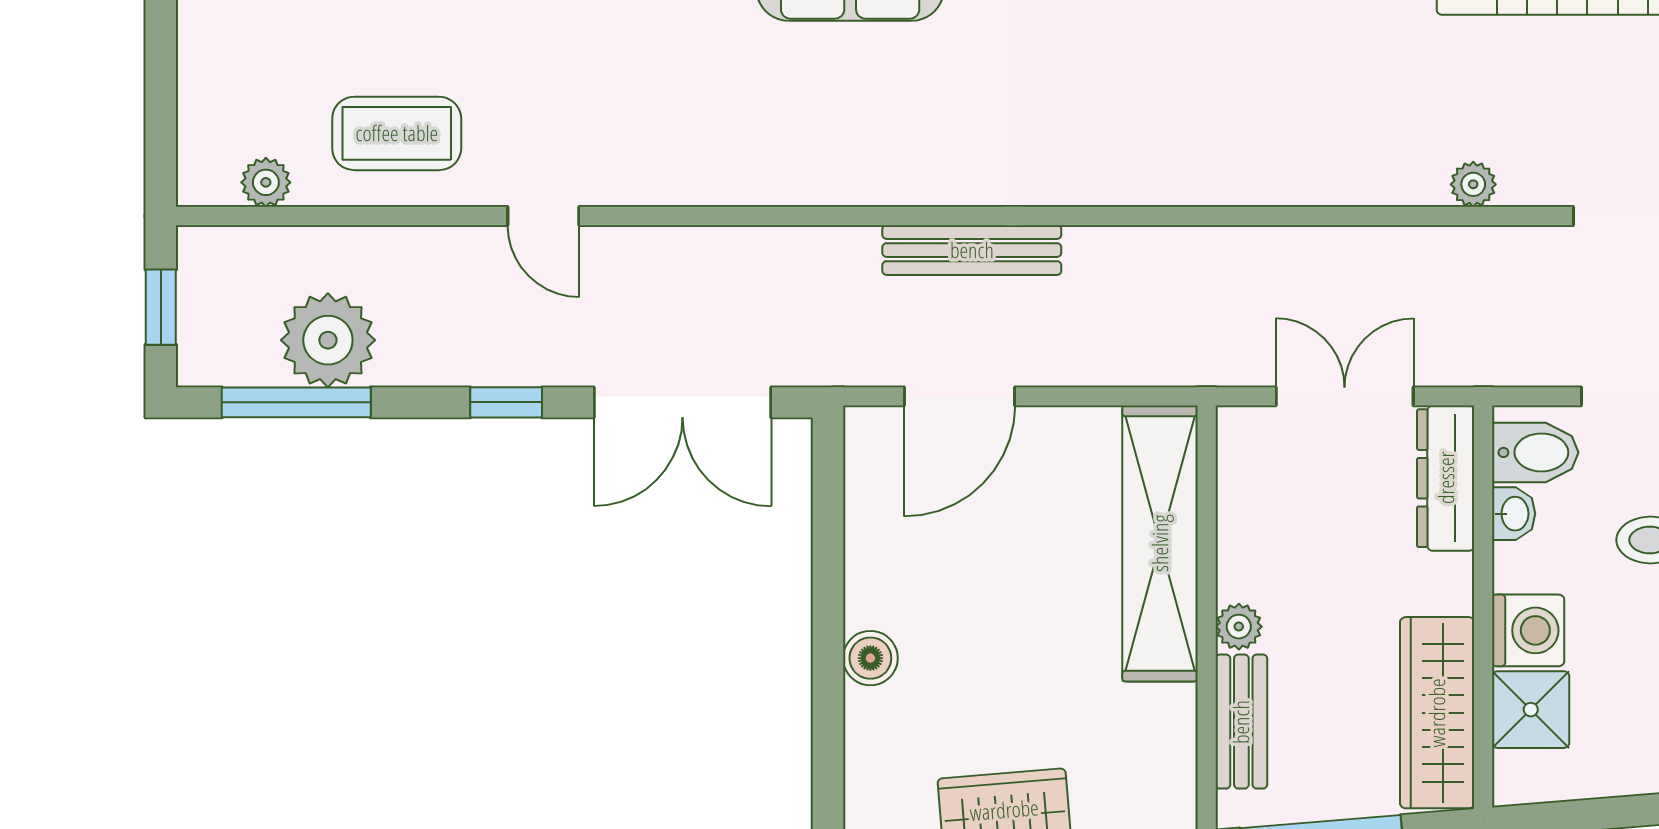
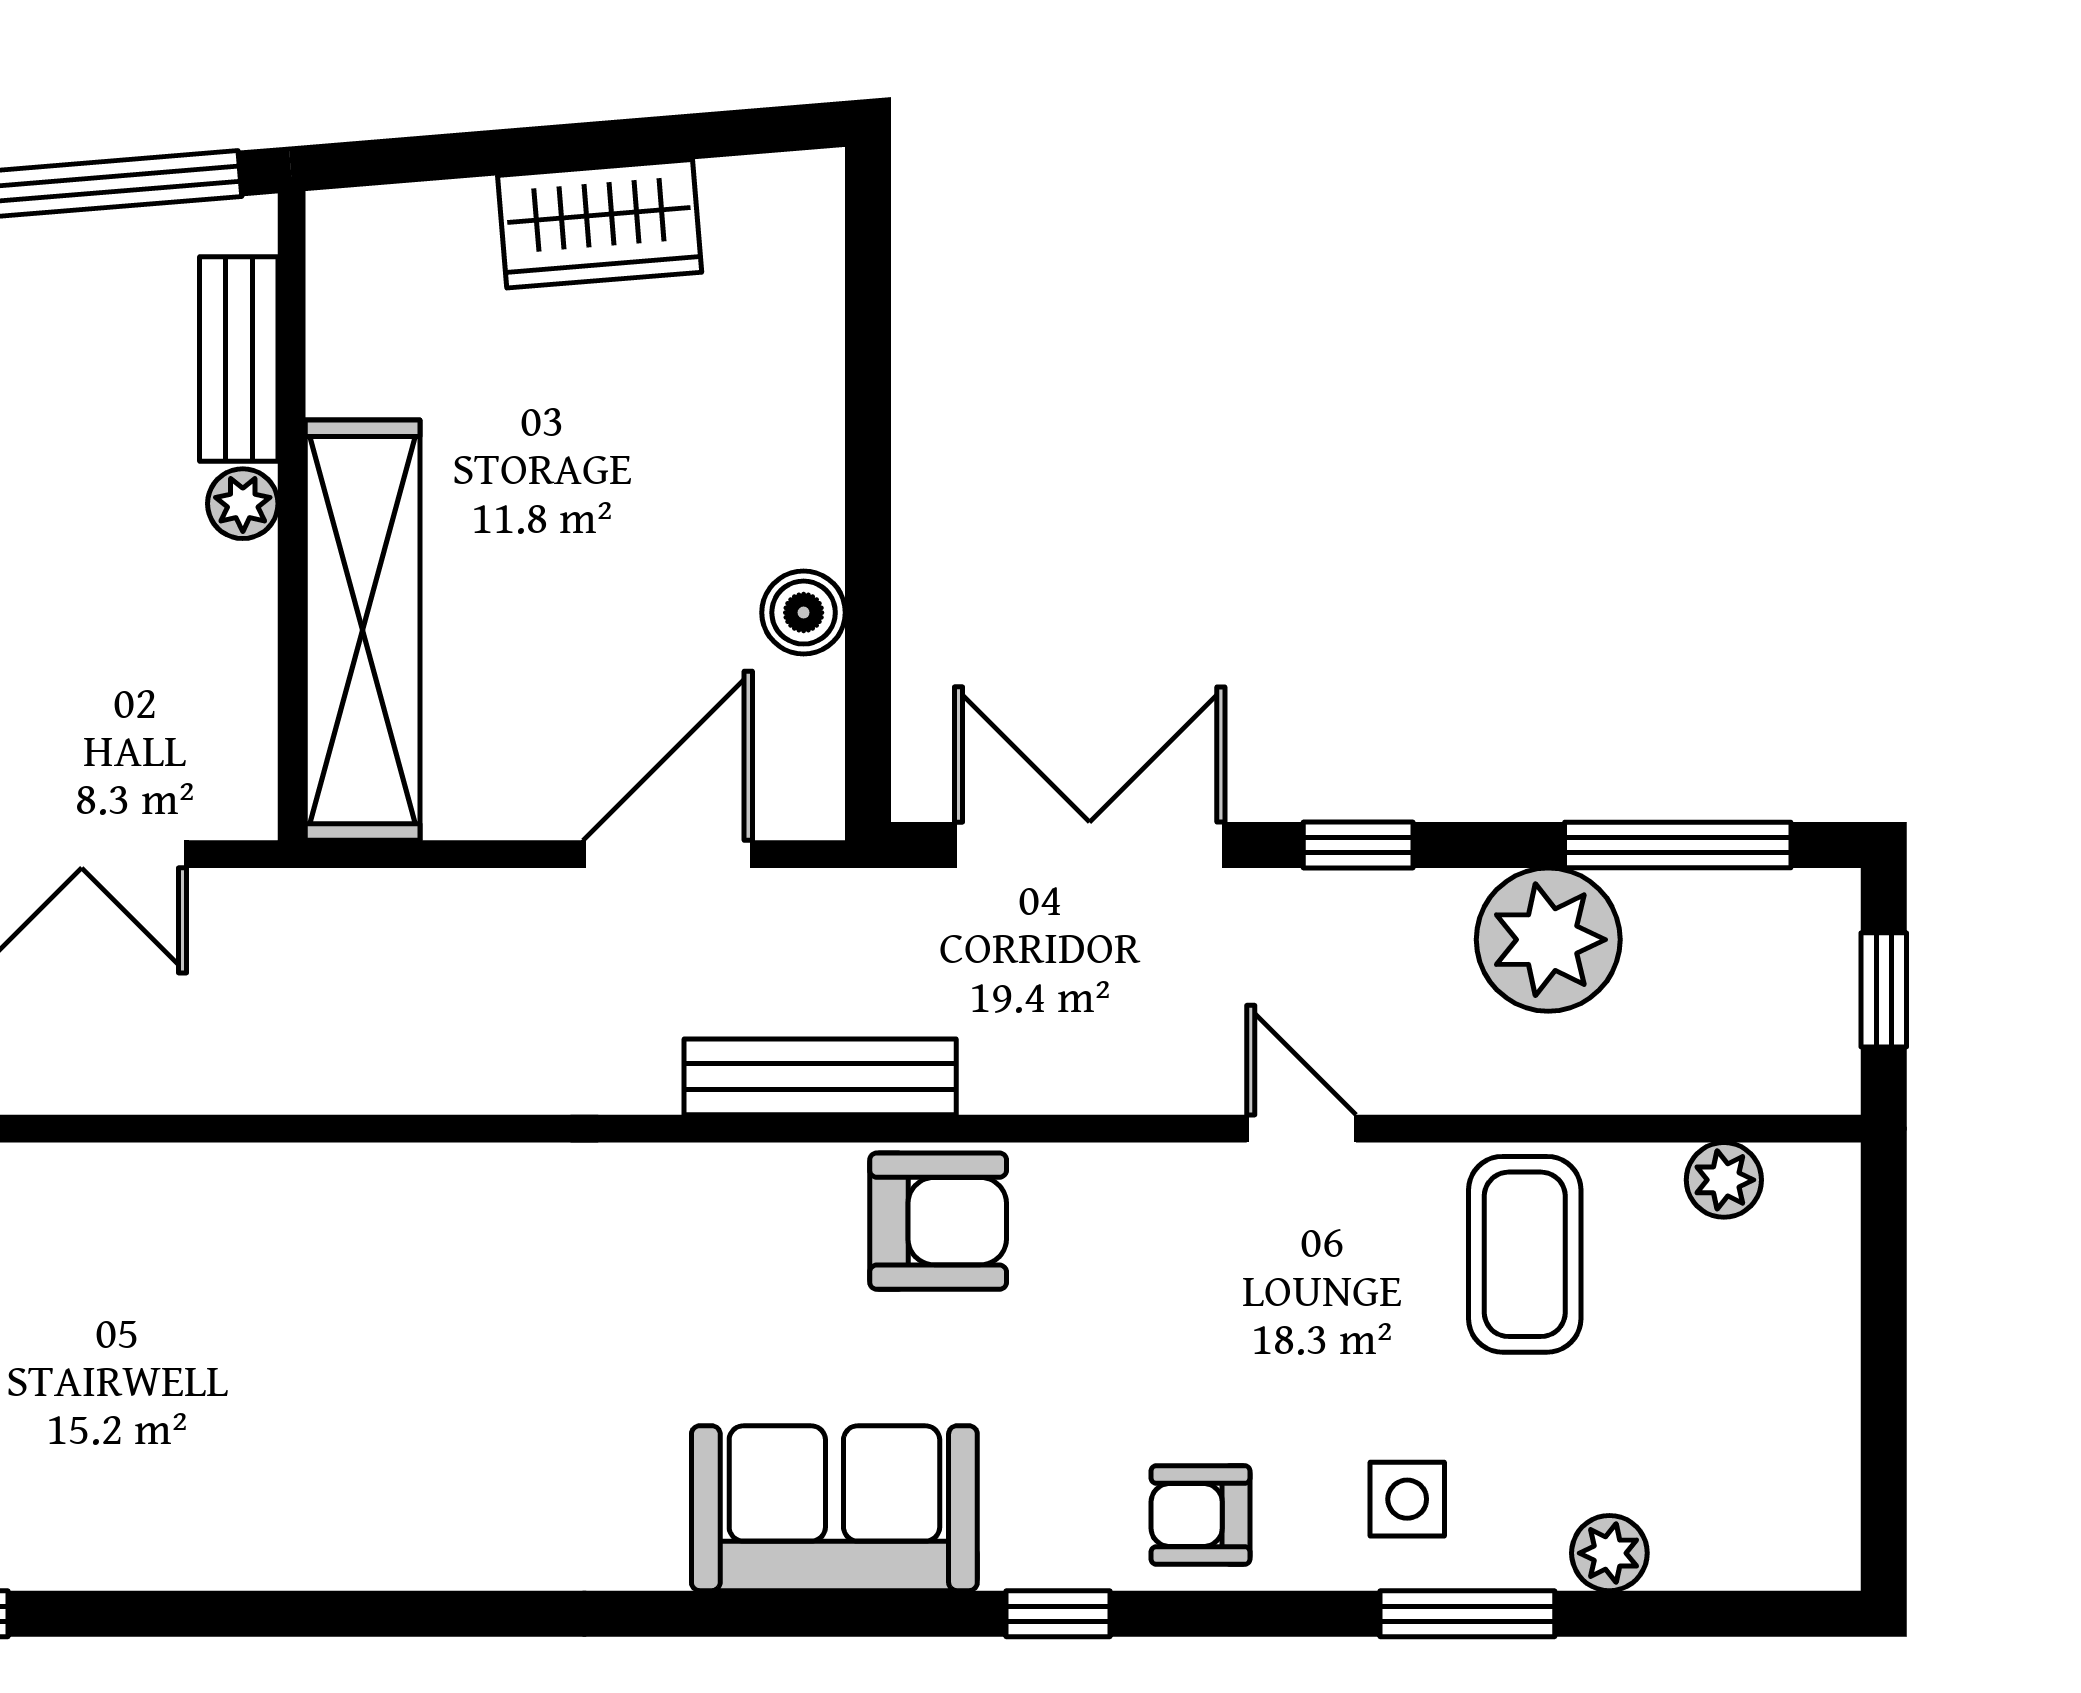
coffee table: (397, 133) -> (1525, 1254), turned 90
armchair: (782, 155) -> (938, 1221), added
bench: (972, 250) -> (820, 1077), moved
plant: (328, 340) -> (1548, 940), moved
boiler: (870, 658) -> (804, 613), moved

